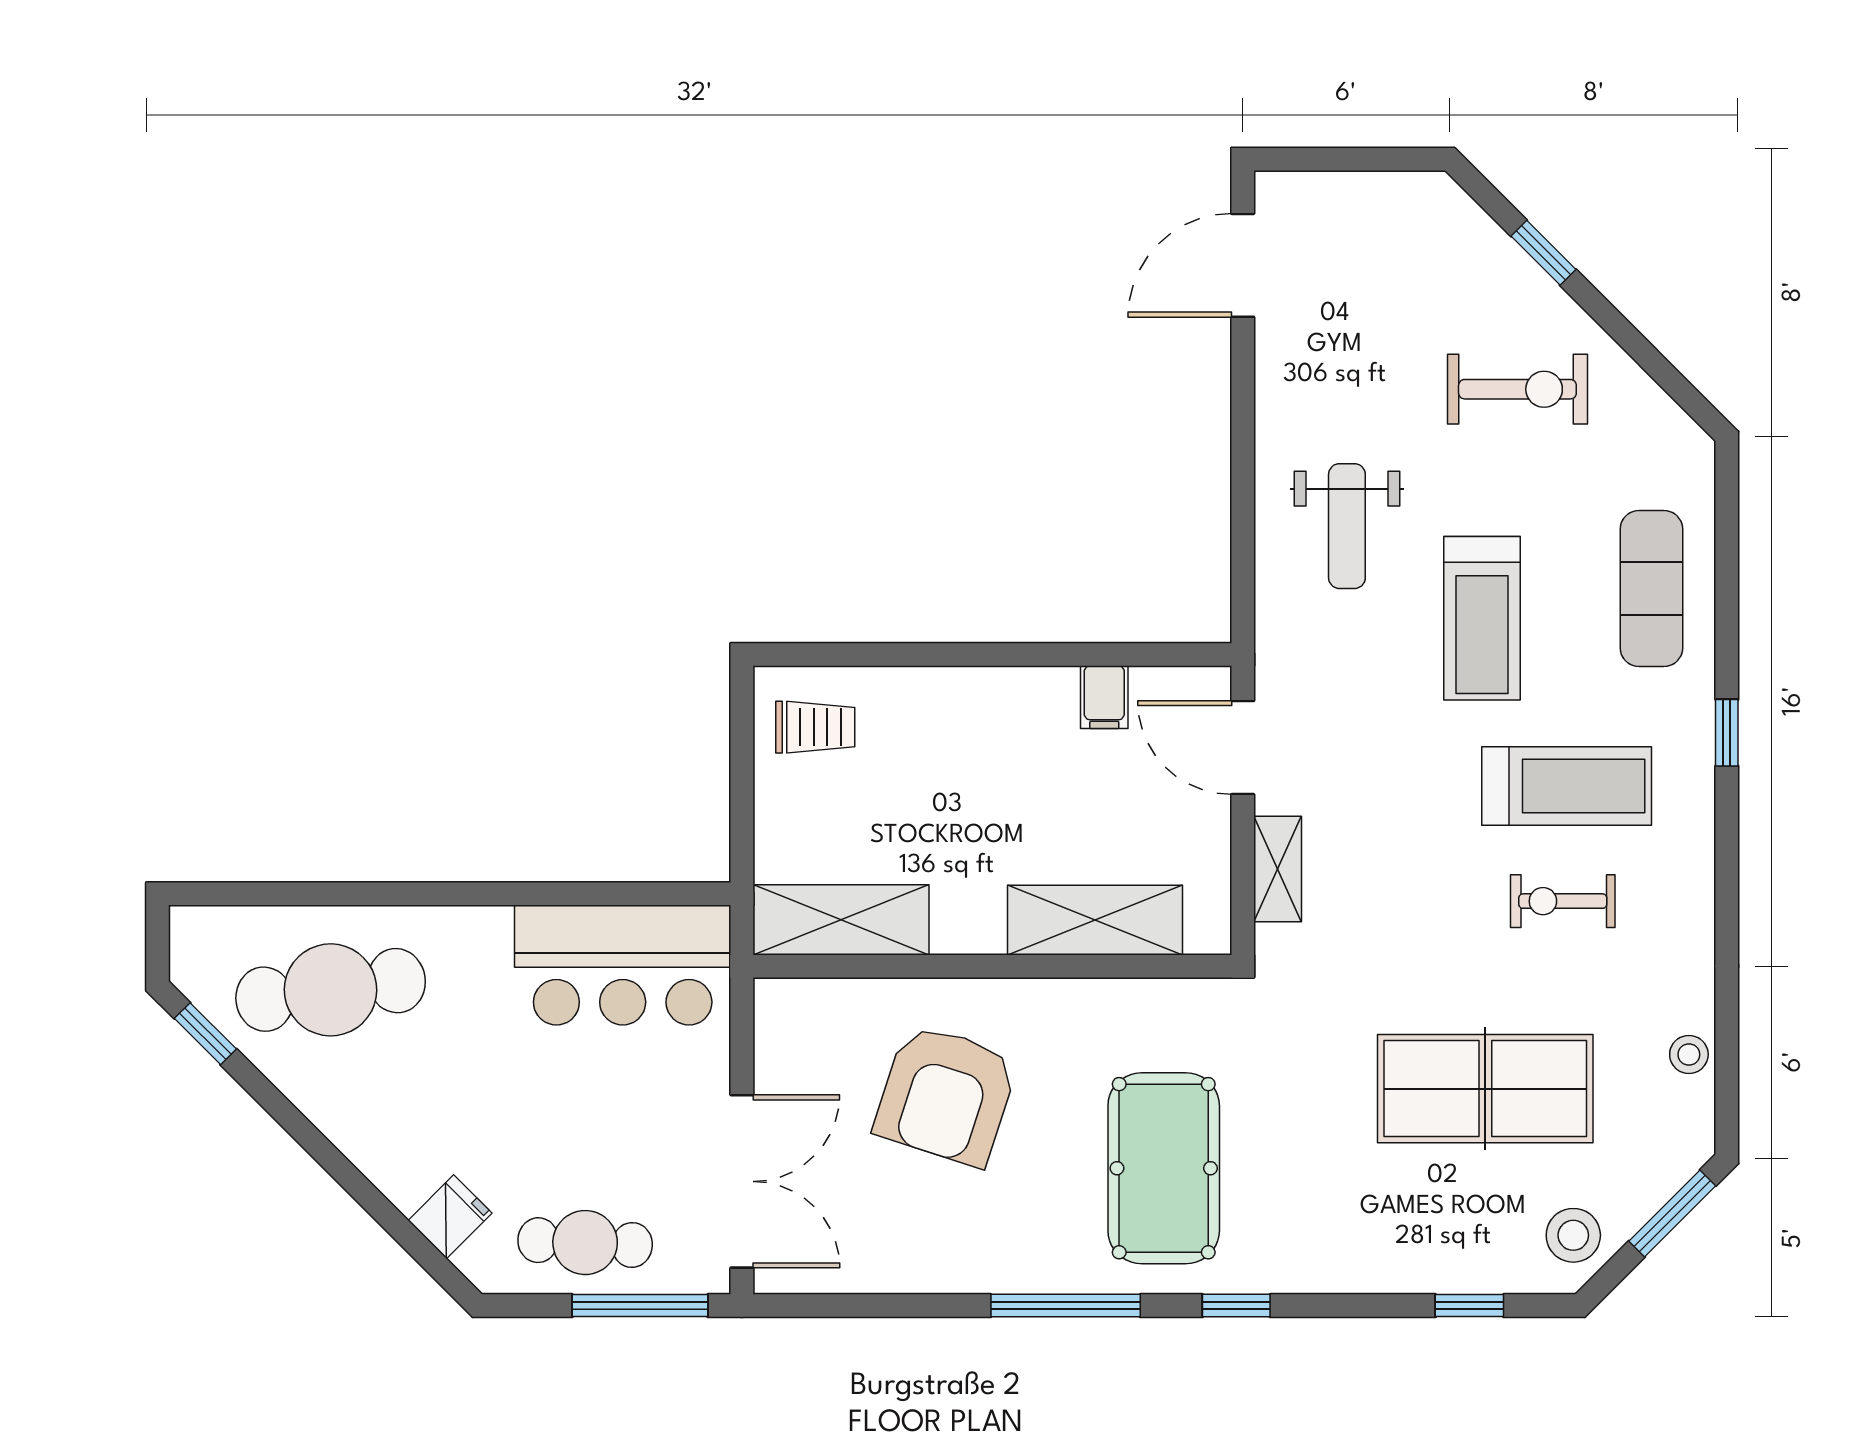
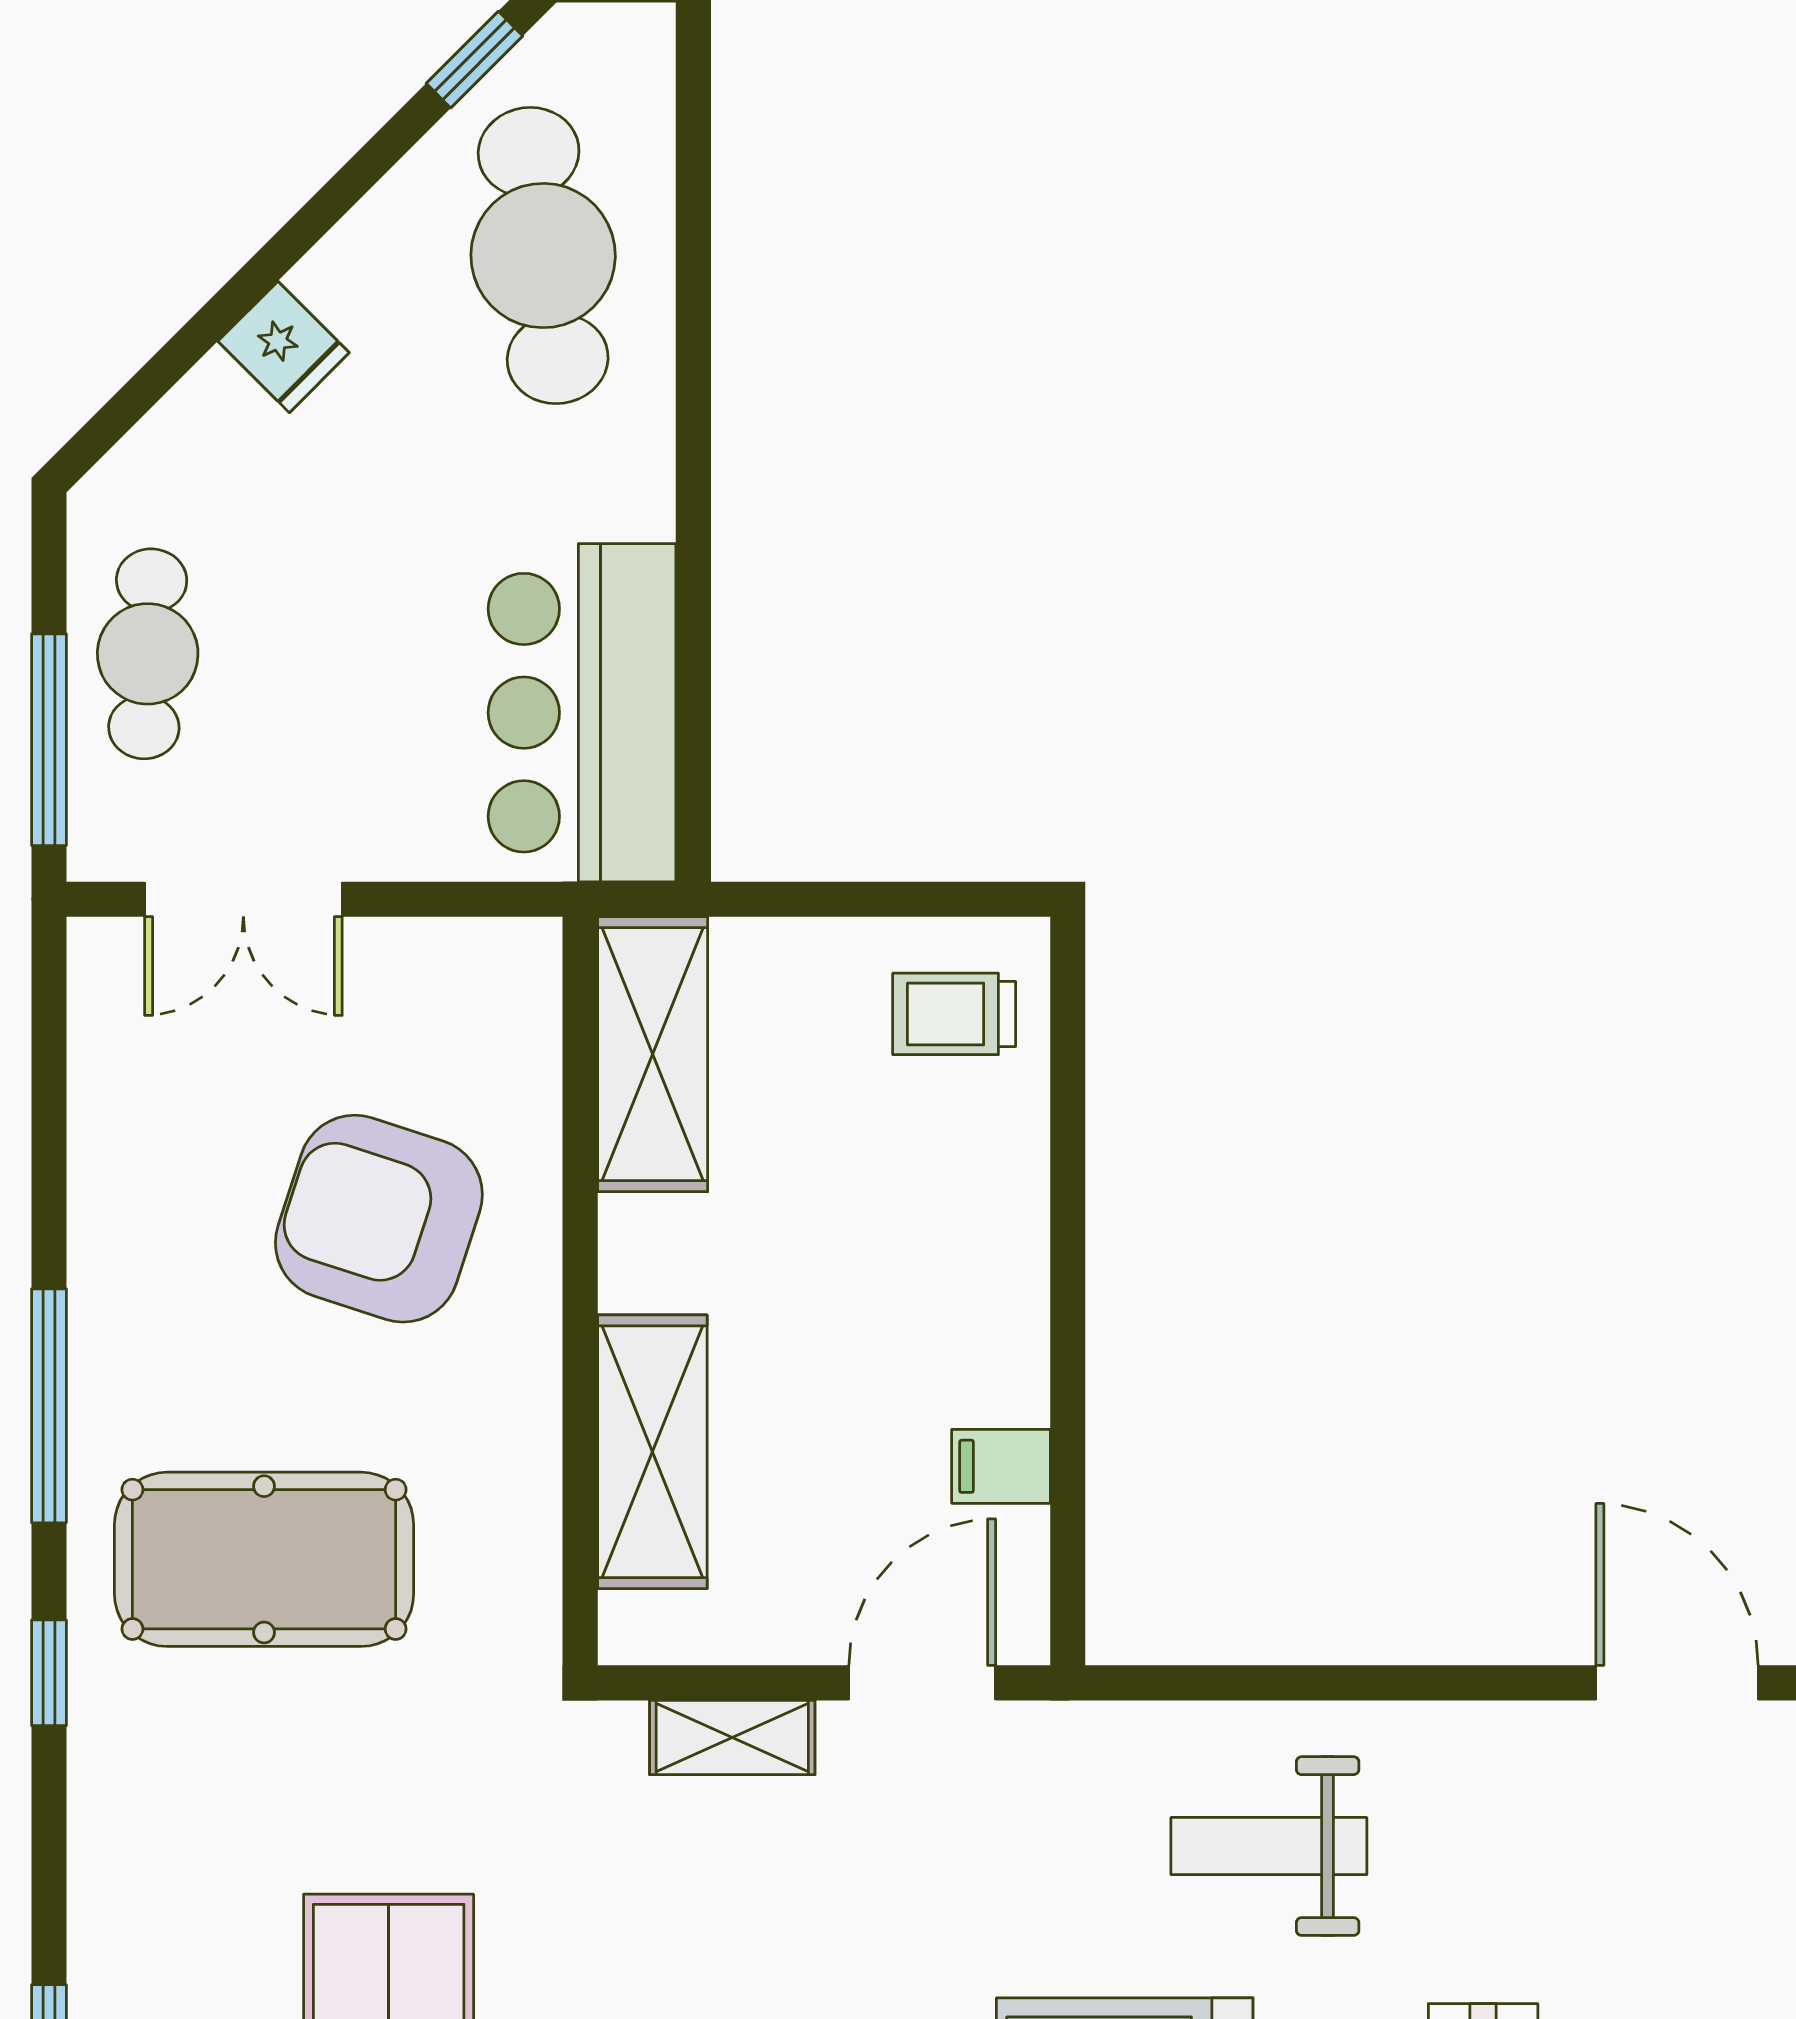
trolley: (815, 727) -> (954, 1014), turned 90
double door: (742, 1181) -> (243, 899), width x0.73
fridge: (450, 1217) -> (284, 347), moved

